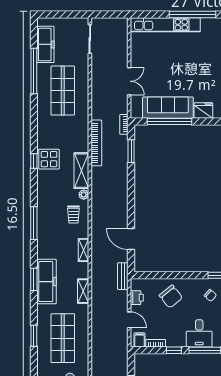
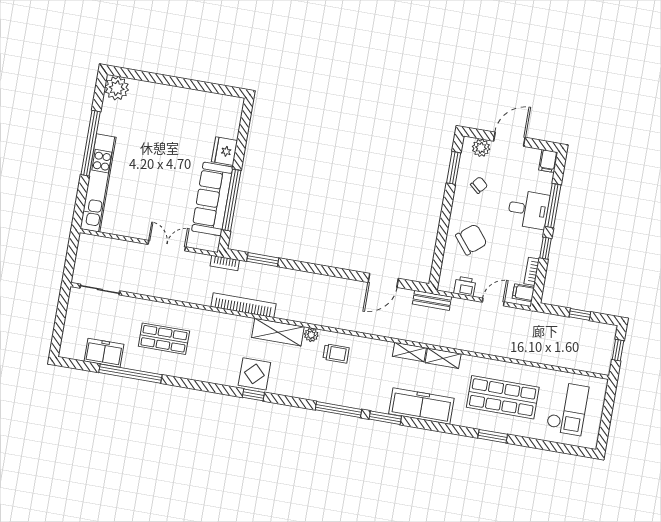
freezer: (45, 44) -> (104, 353), width x0.71
shop shelf: (63, 91) -> (164, 339), width x0.70, depth x0.74
shelving: (83, 250) -> (409, 352), moved
window: (34, 279) -> (385, 418), moved

